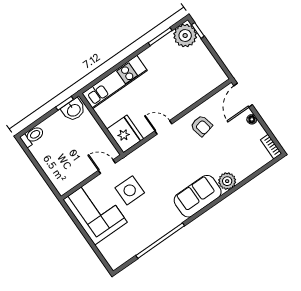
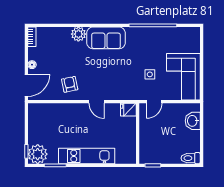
kitchen unit: (115, 82) -> (87, 156), moved
washbasin: (74, 110) -> (193, 121), moved, turned -90
fridge: (125, 134) -> (128, 110), width x0.53, depth x0.75
door: (107, 167) -> (154, 102), hinge flipped
side table: (130, 190) -> (150, 74), width x0.54, depth x0.54

